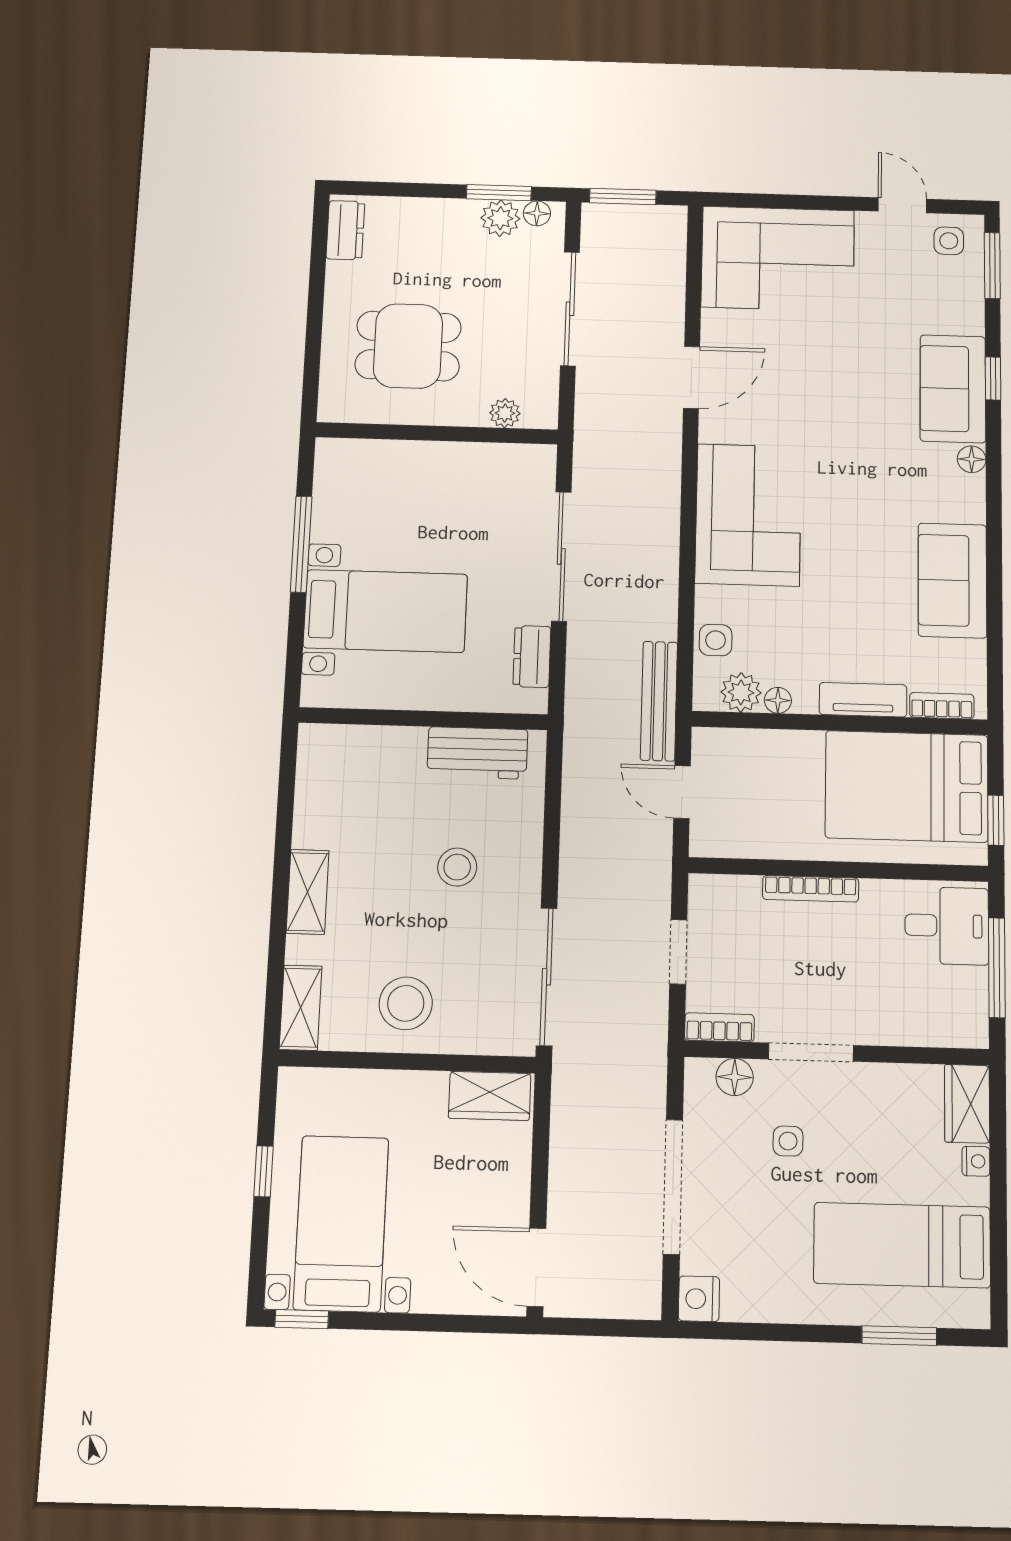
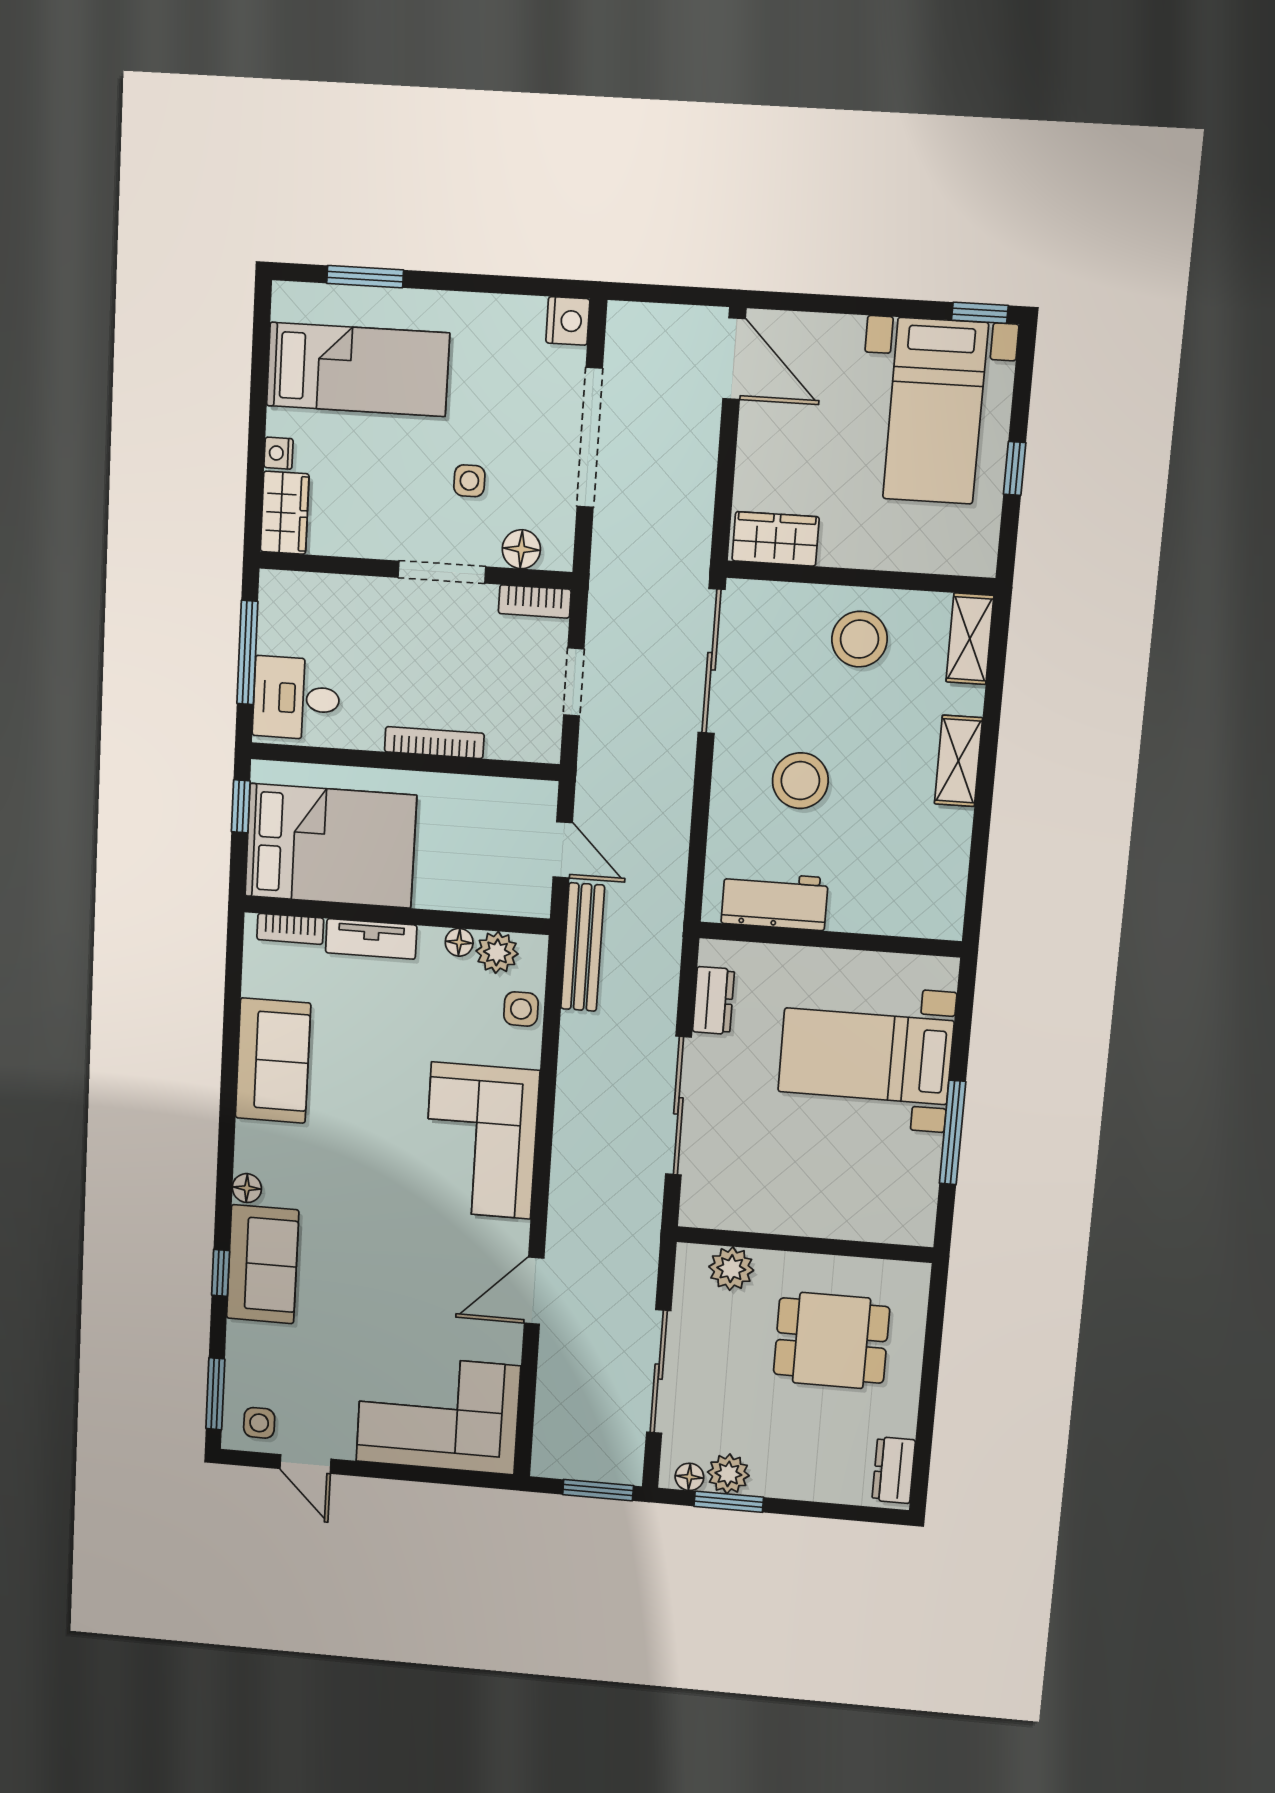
plant: (505, 413) -> (731, 1269), width x1.38, depth x1.38
stool: (457, 867) -> (800, 781), width x1.38, depth x1.38

